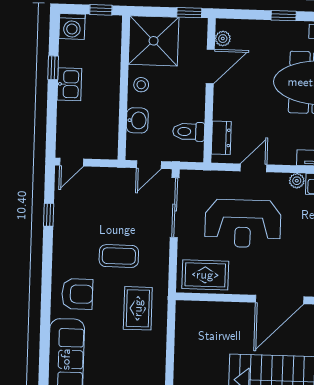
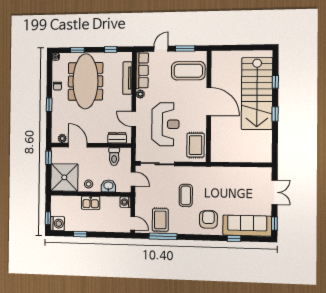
window: (101, 10) -> (48, 218), moved
kitchen sink: (69, 84) -> (91, 203), moved, turned 180
washing machine: (109, 150) -> (125, 202), added
window: (49, 215) -> (163, 236), width x2.17
rug: (138, 308) -> (160, 220), moved, turned 90
window: (45, 337) -> (234, 238), added

